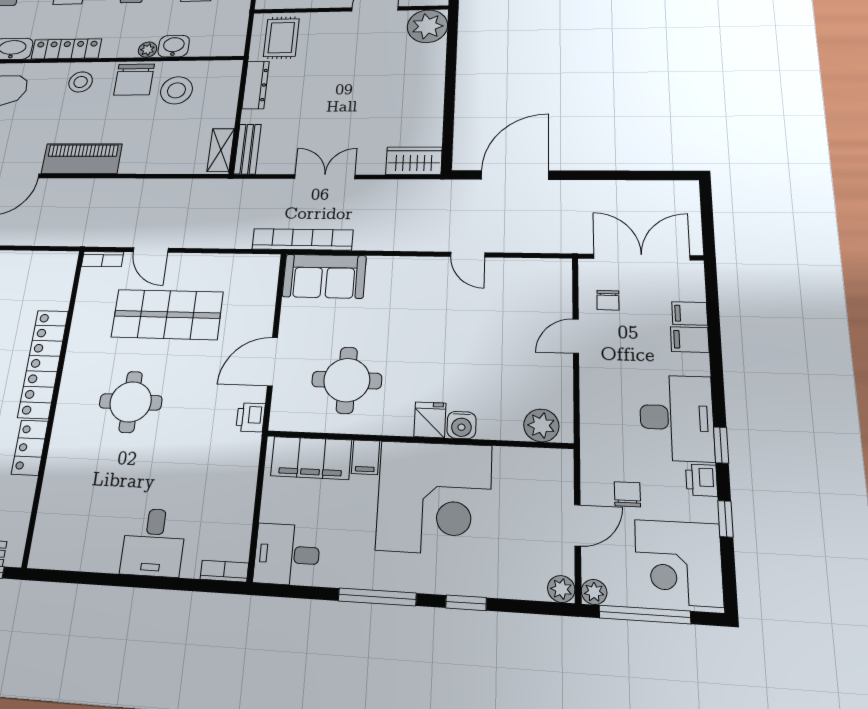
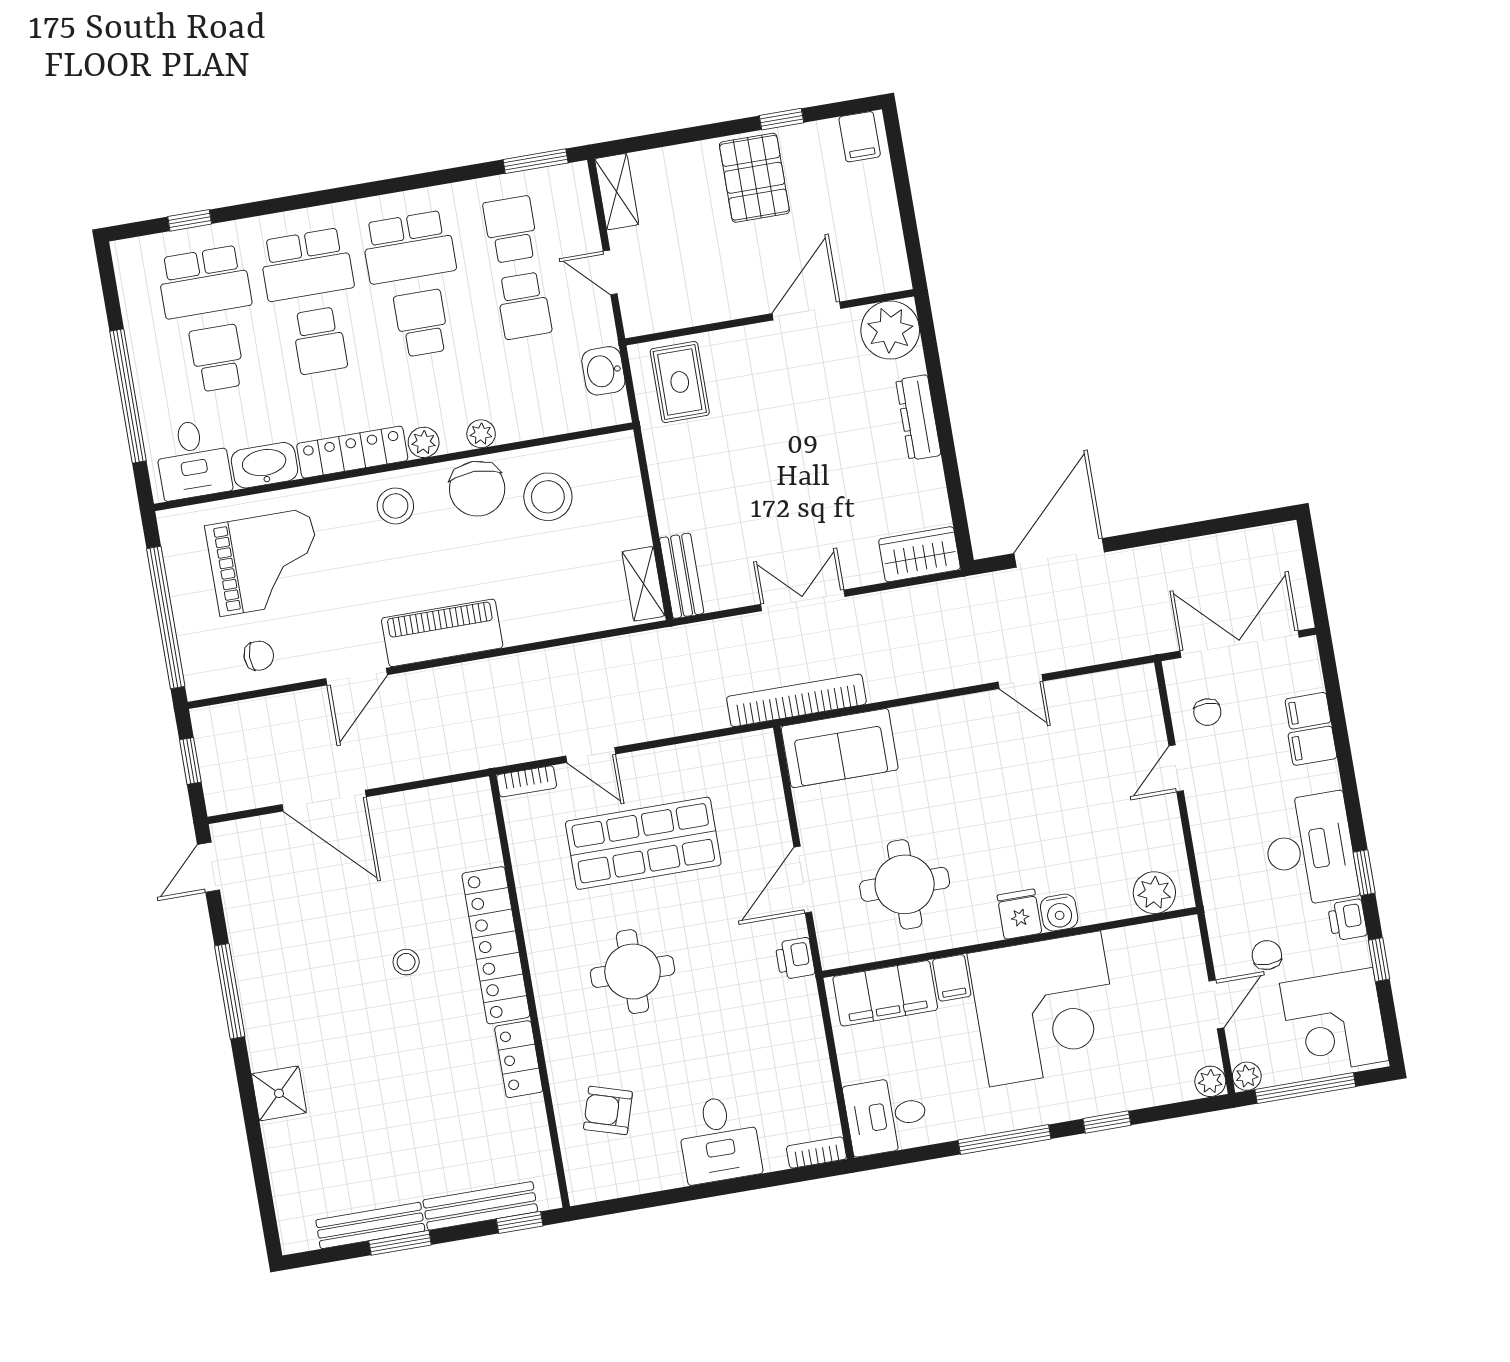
washbasin: (174, 46) -> (603, 371), moved, turned -90
plant: (111, 50) -> (424, 442), added
dresser: (256, 85) -> (918, 418), moved, turned 180
armchair: (79, 500) -> (608, 1110), added

